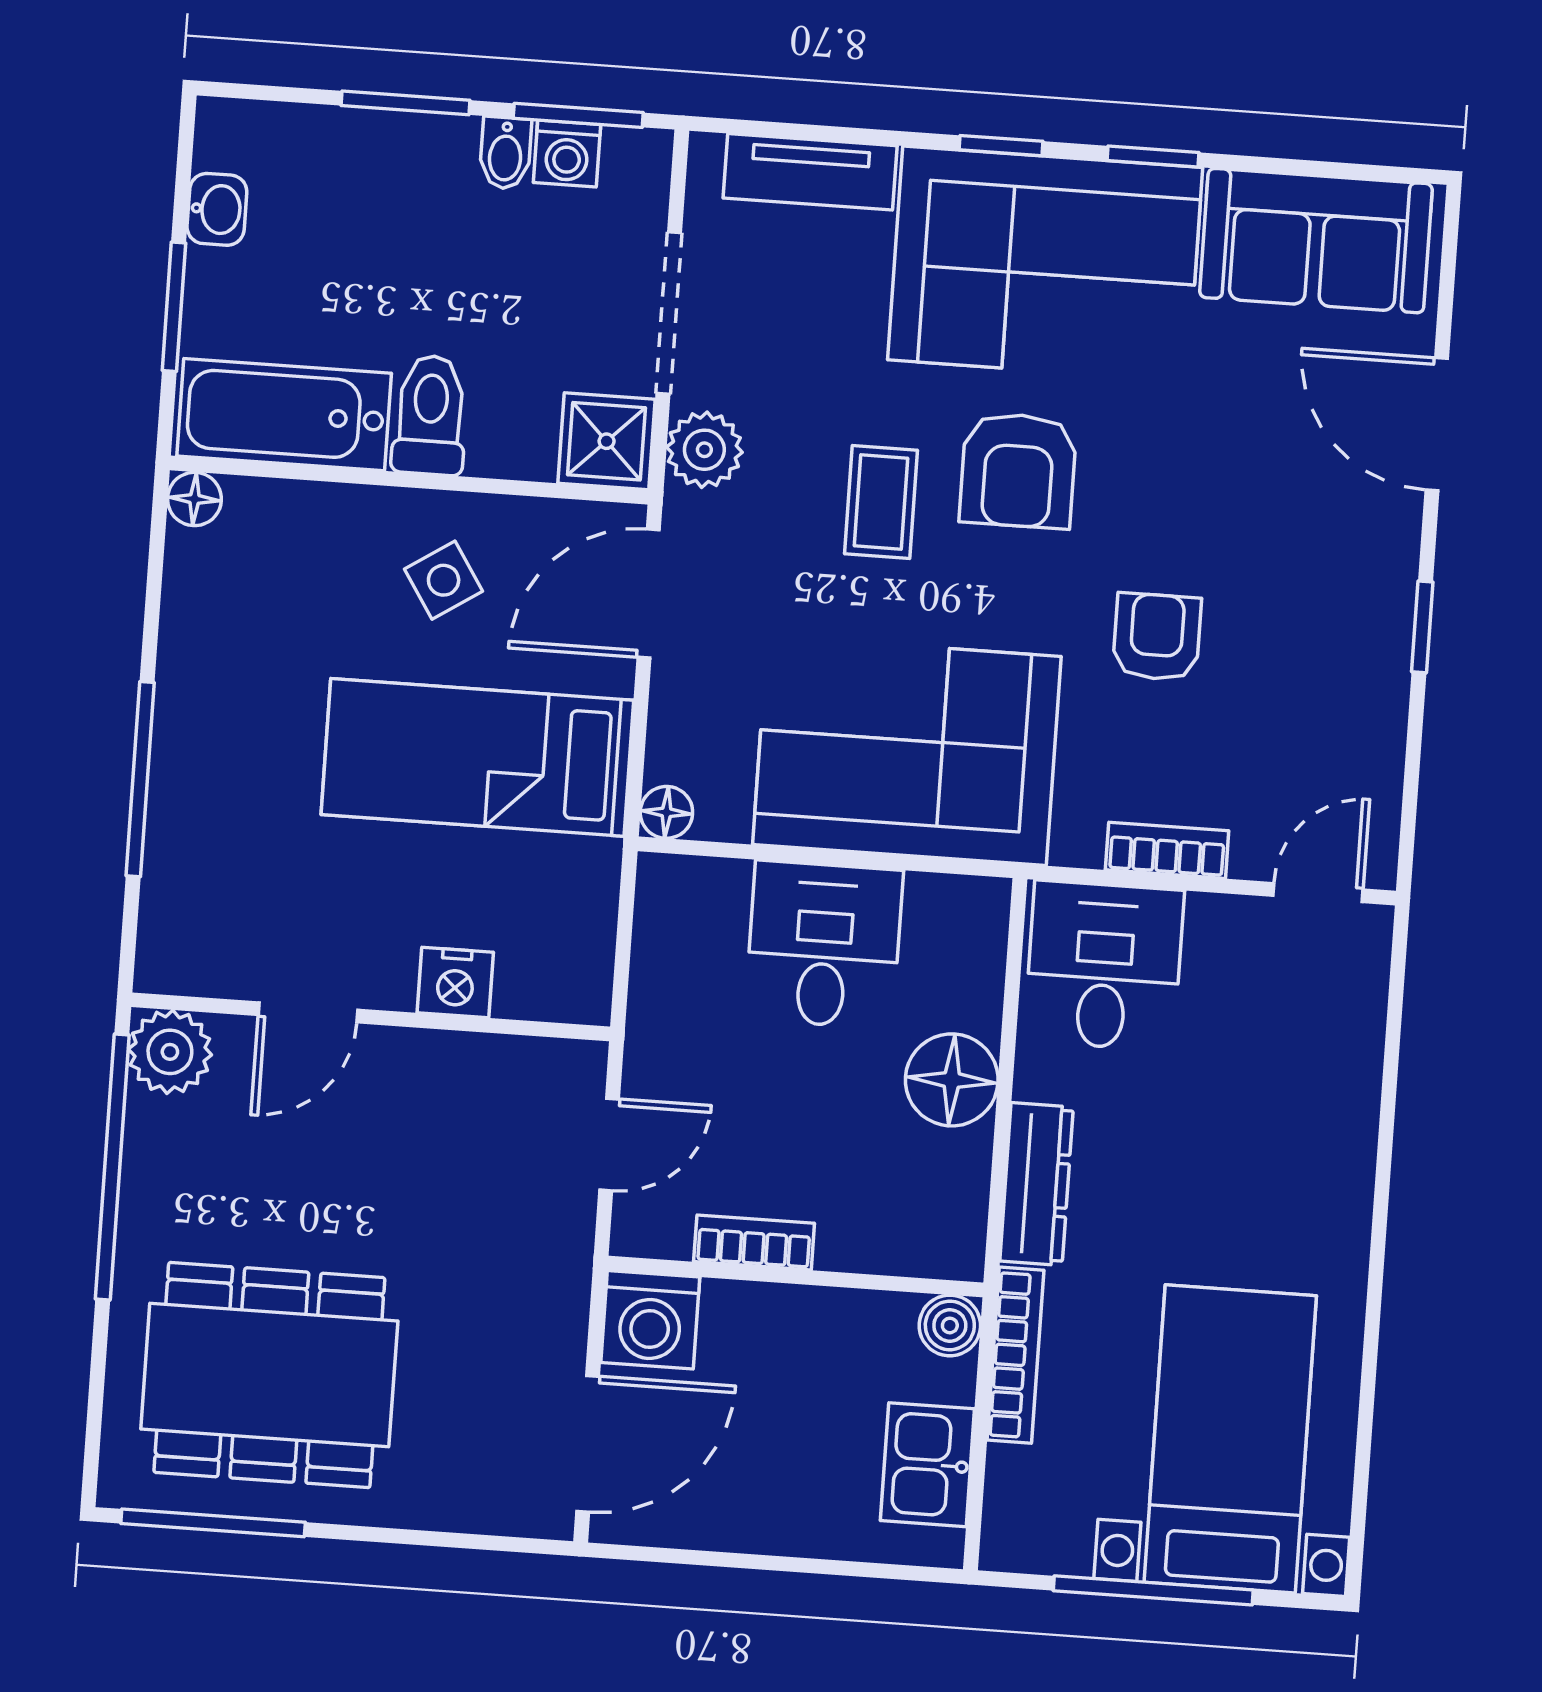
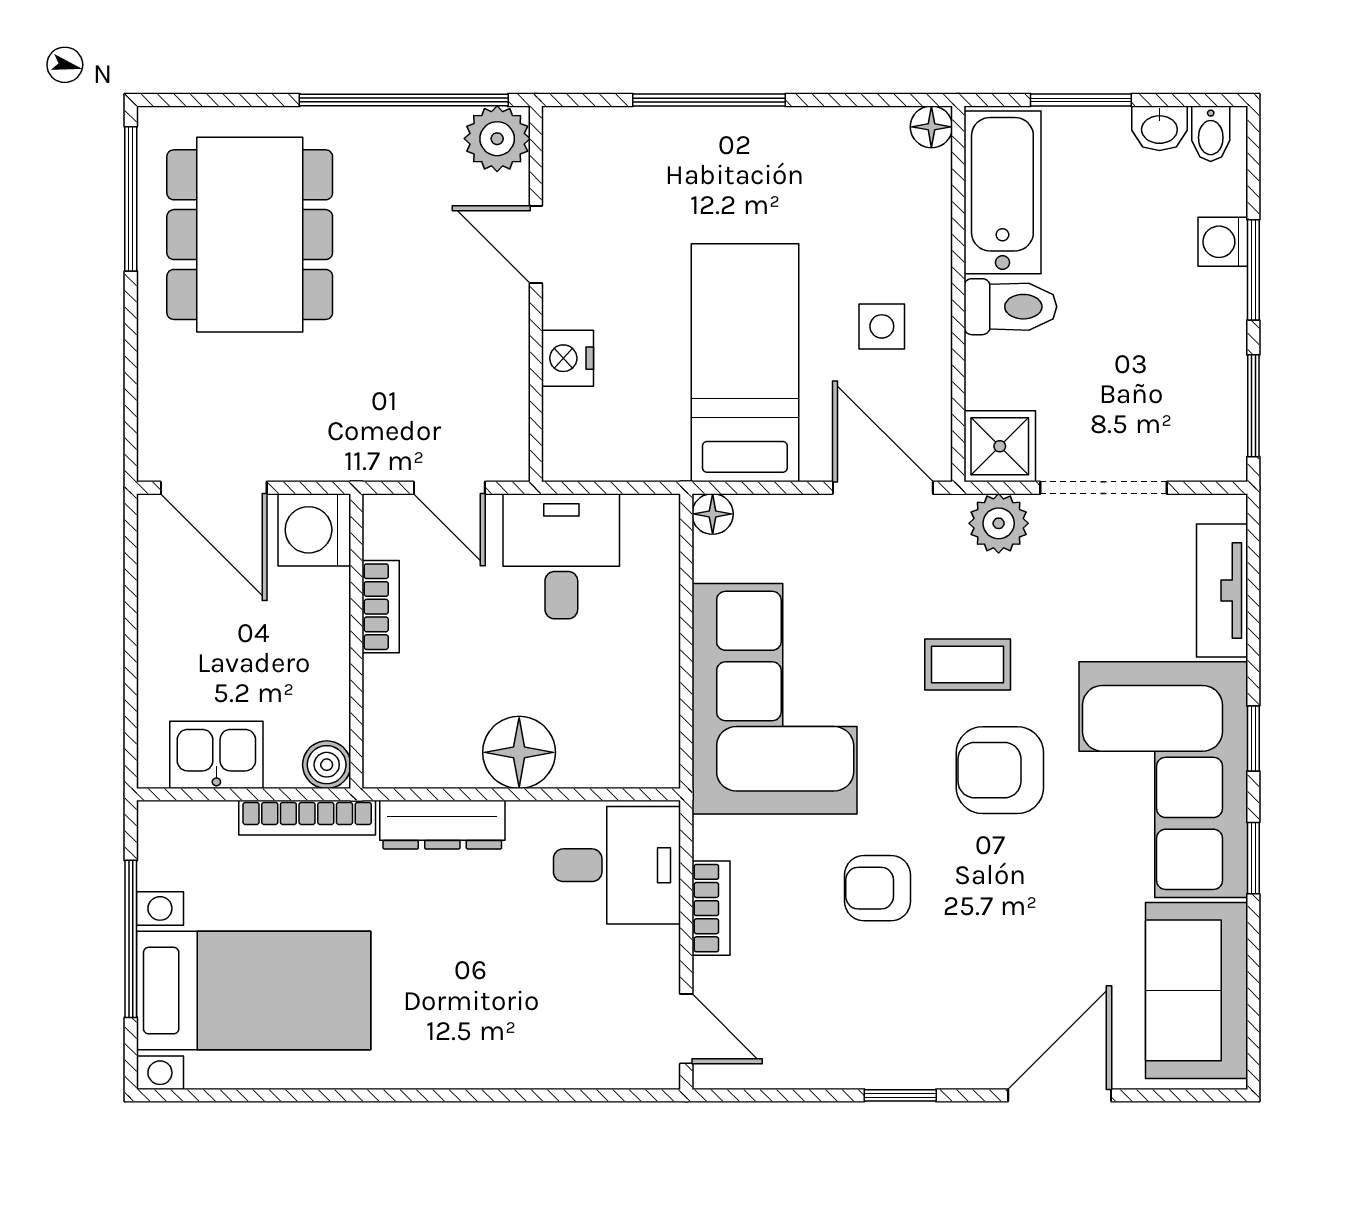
bidet: (505, 153) -> (1211, 134), moved, turned -90
washing machine: (567, 153) -> (1223, 242), moved
side table: (444, 580) -> (882, 326), turned 33
armchair: (1157, 637) -> (877, 888), turned 180
desk: (824, 945) -> (561, 556), moved, turned -90

